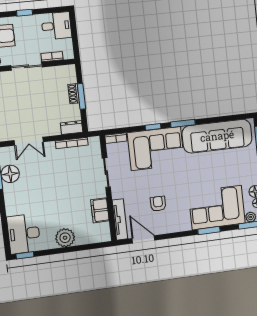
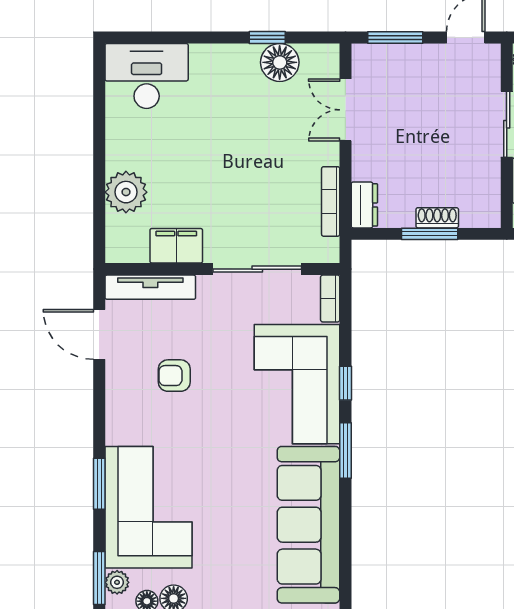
sliding door: (106, 173) -> (257, 269), width x1.37
armchair: (158, 204) -> (174, 376), turned 180
plant: (65, 238) -> (126, 192), moved
door: (143, 239) -> (99, 334), swing flipped
window: (25, 255) -> (99, 73), removed

